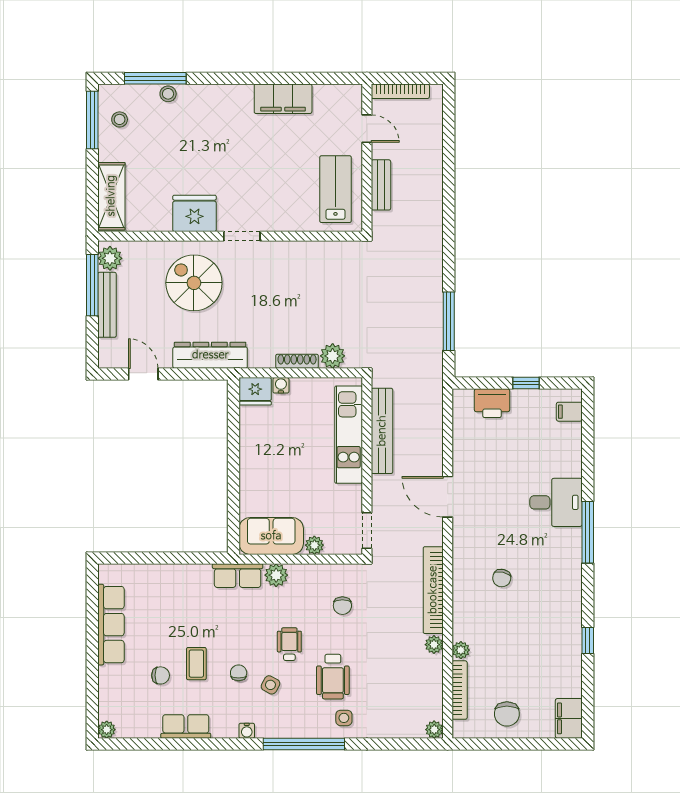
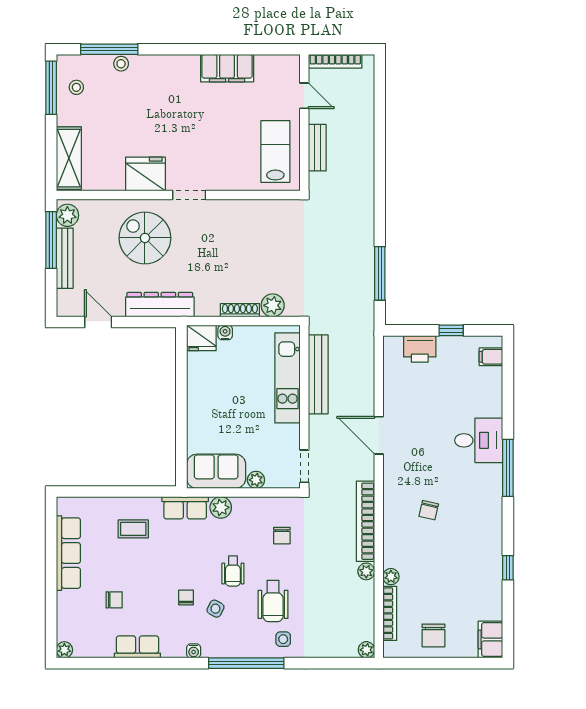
wheelchair: (289, 644) -> (233, 571), turned 180
coffee table: (196, 664) -> (133, 529), moved, turned 90

